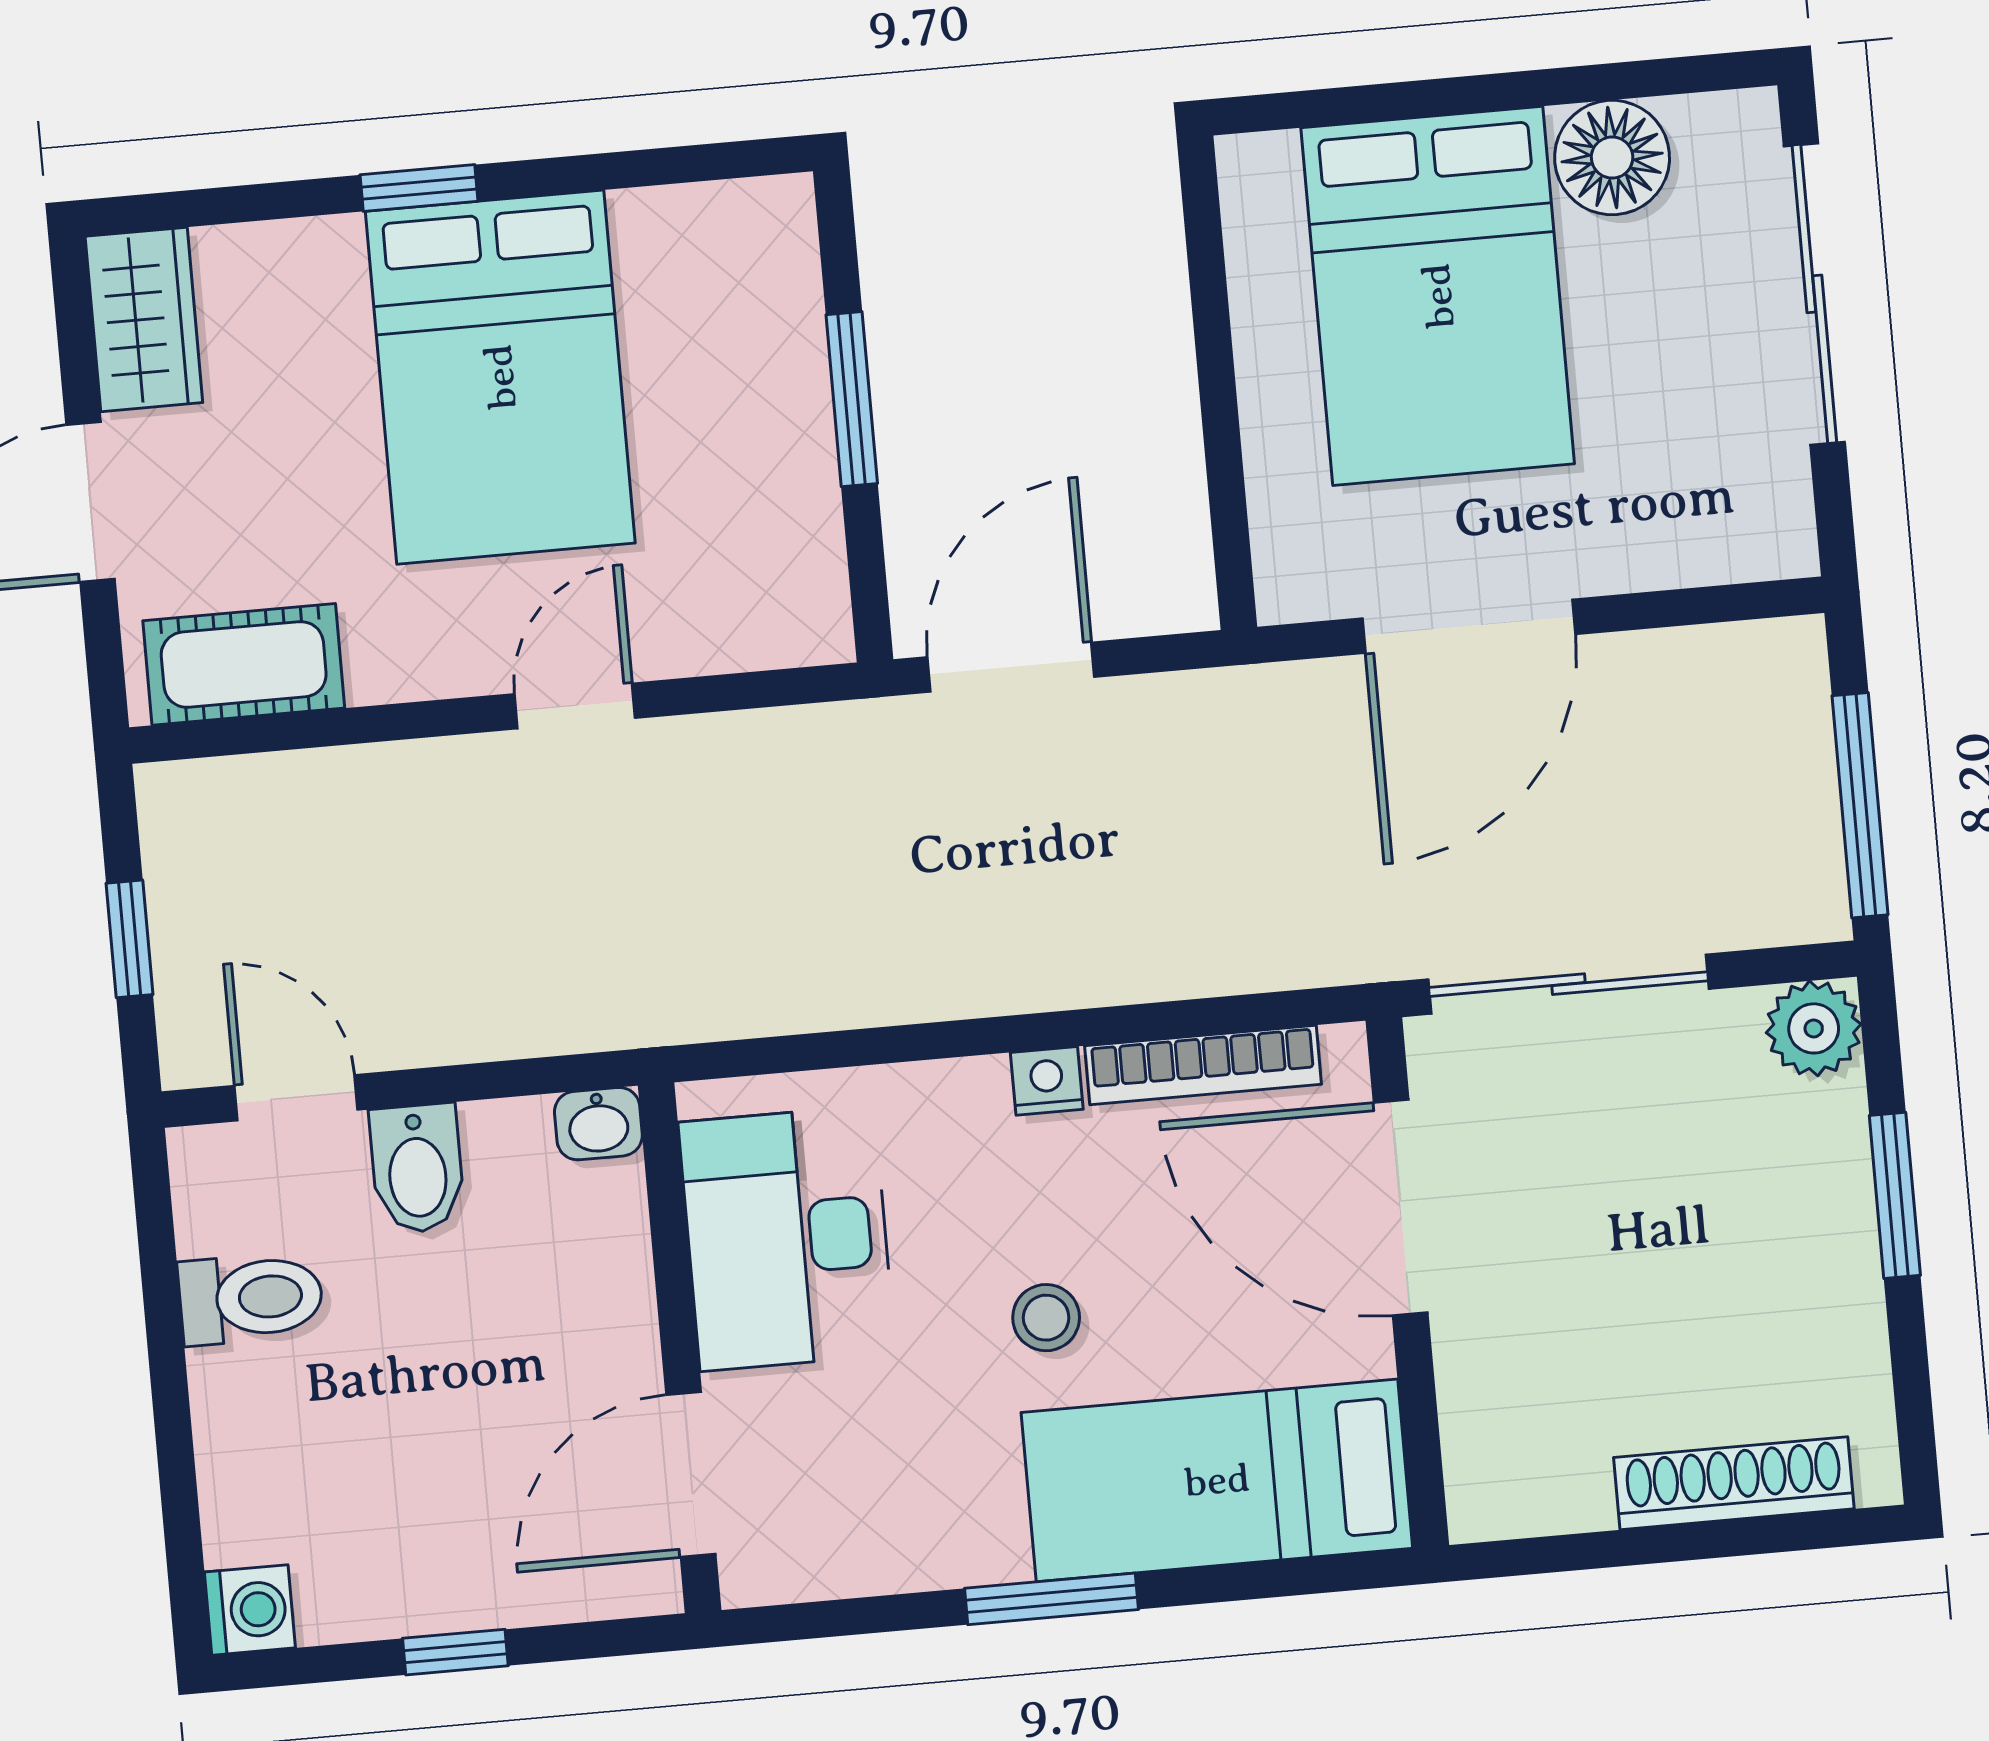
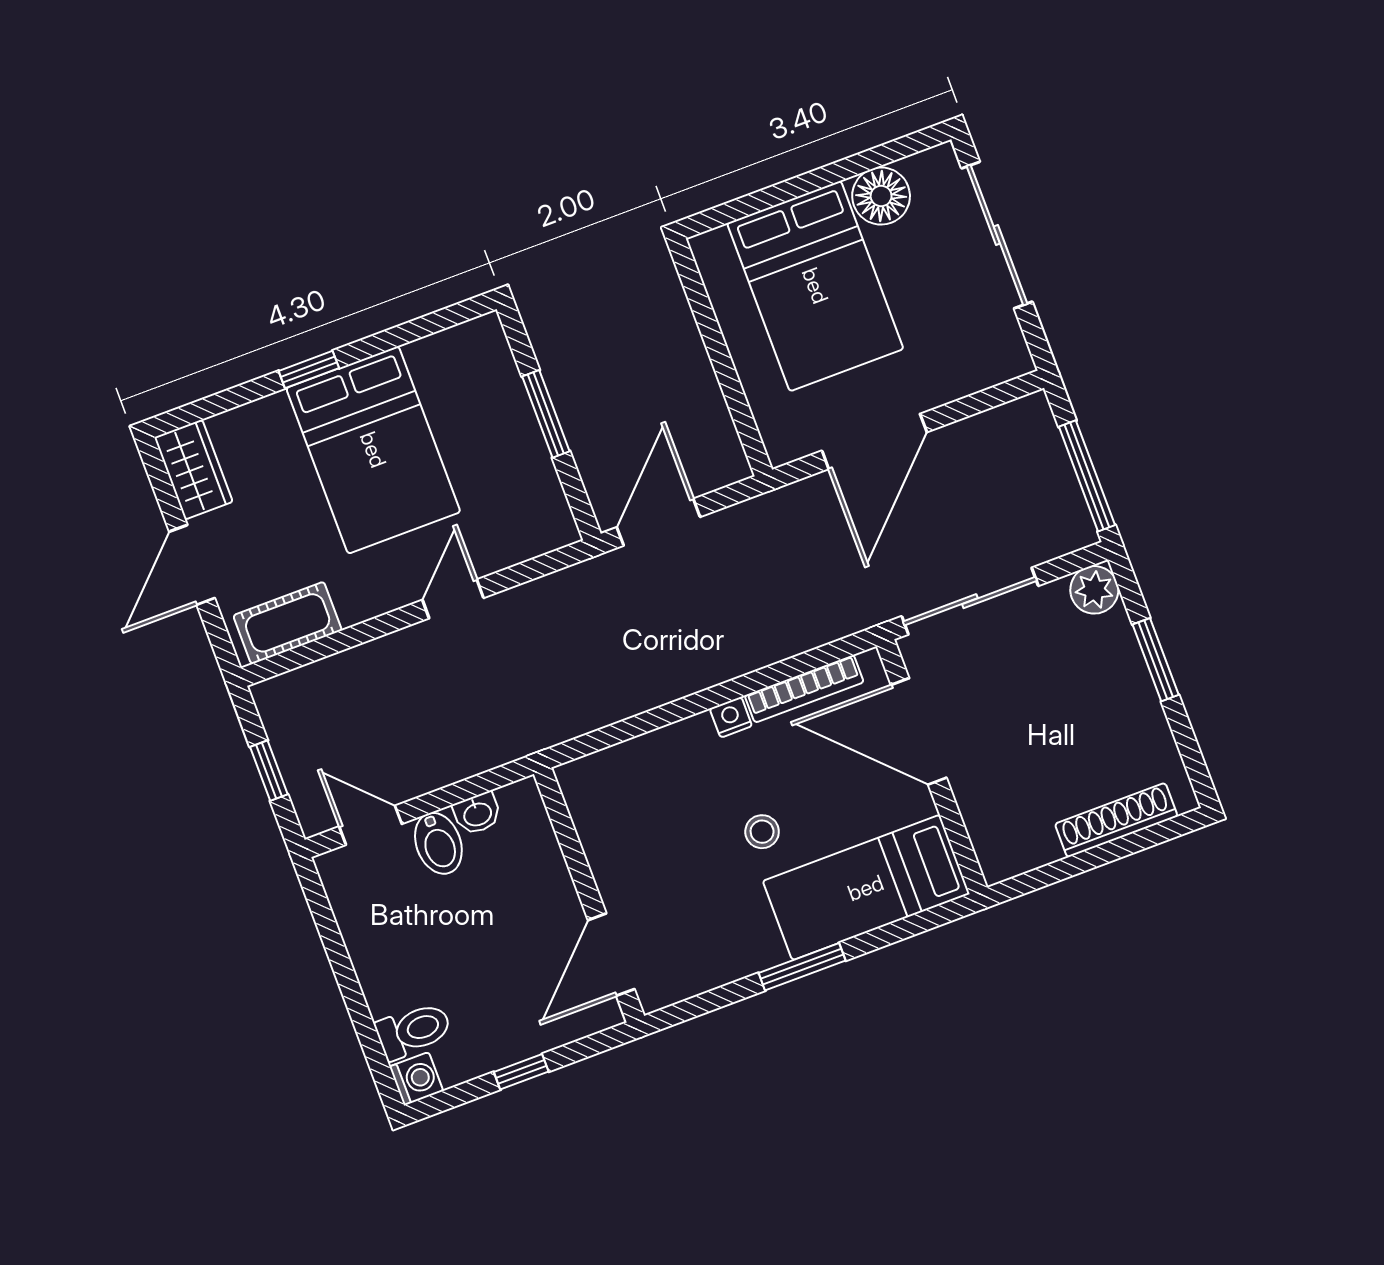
washbasin: (598, 1124) -> (477, 813), moved
desk: (787, 1238) -> (626, 828), removed
toilet: (251, 1298) -> (414, 1031), moved

